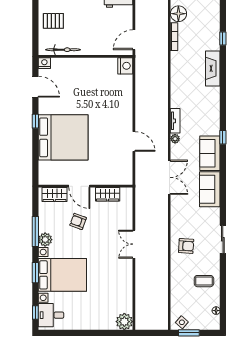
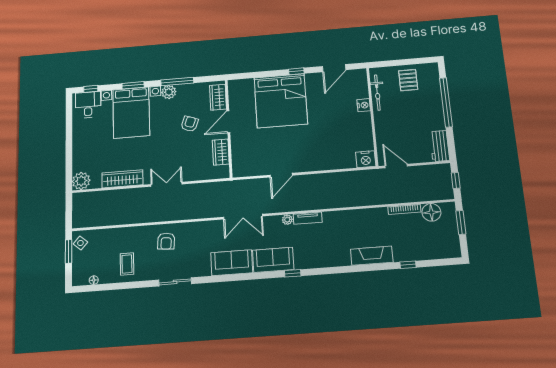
nightstand: (44, 63) -> (364, 105), moved
wardrobe: (126, 284) -> (122, 179), added

